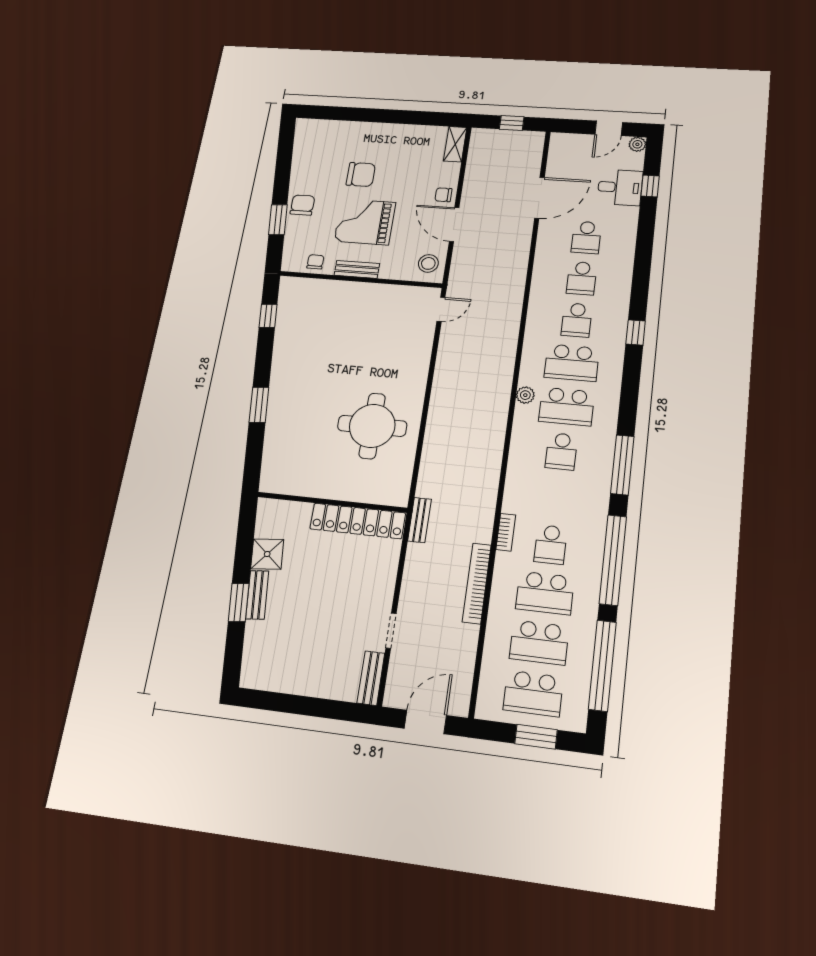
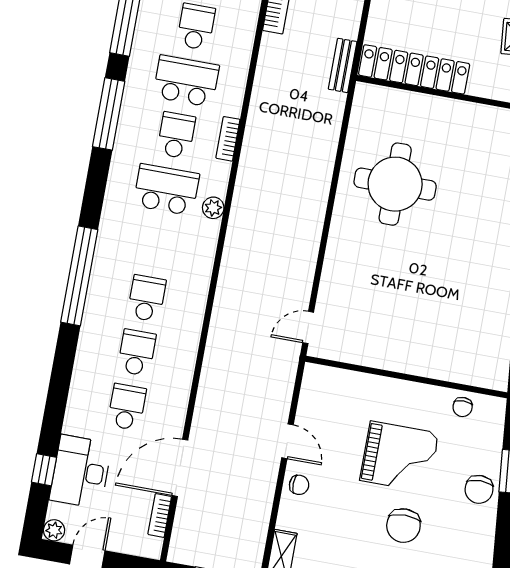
bookcase: (553, 163) -> (160, 515), added
chair: (361, 175) -> (403, 526), turned -90
desk: (620, 187) -> (81, 472), width x1.37
door: (454, 225) -> (287, 441), width x0.73
stool: (428, 263) -> (321, 391), removed
bench: (357, 269) -> (410, 391), removed
window: (636, 332) -> (79, 276), width x3.17
school desk: (572, 363) -> (186, 81), moved
bookcase: (506, 532) -> (228, 139), moved

